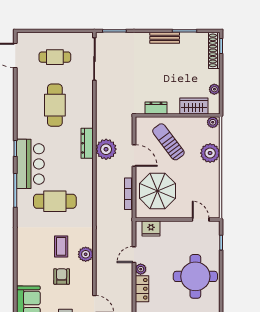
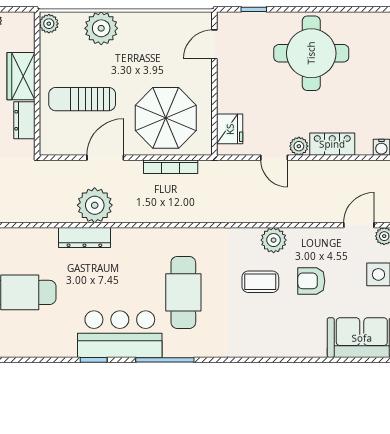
wardrobe: (194, 106) -> (21, 76), moved
sun lounger: (168, 142) -> (82, 99), turned 37

